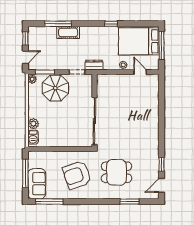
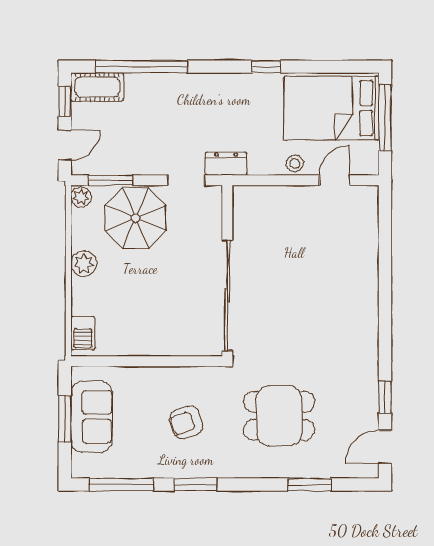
window: (58, 24) -> (141, 67), width x1.46
cot: (68, 32) -> (97, 87), moved
door: (140, 72) -> (335, 180), hinge flipped
plant: (33, 124) -> (84, 264), moved
window: (25, 173) -> (65, 419), width x0.69
armchair: (77, 175) -> (186, 422), width x0.53, depth x0.53
sofa: (37, 184) -> (92, 417), moved
window: (81, 202) -> (195, 485), added

